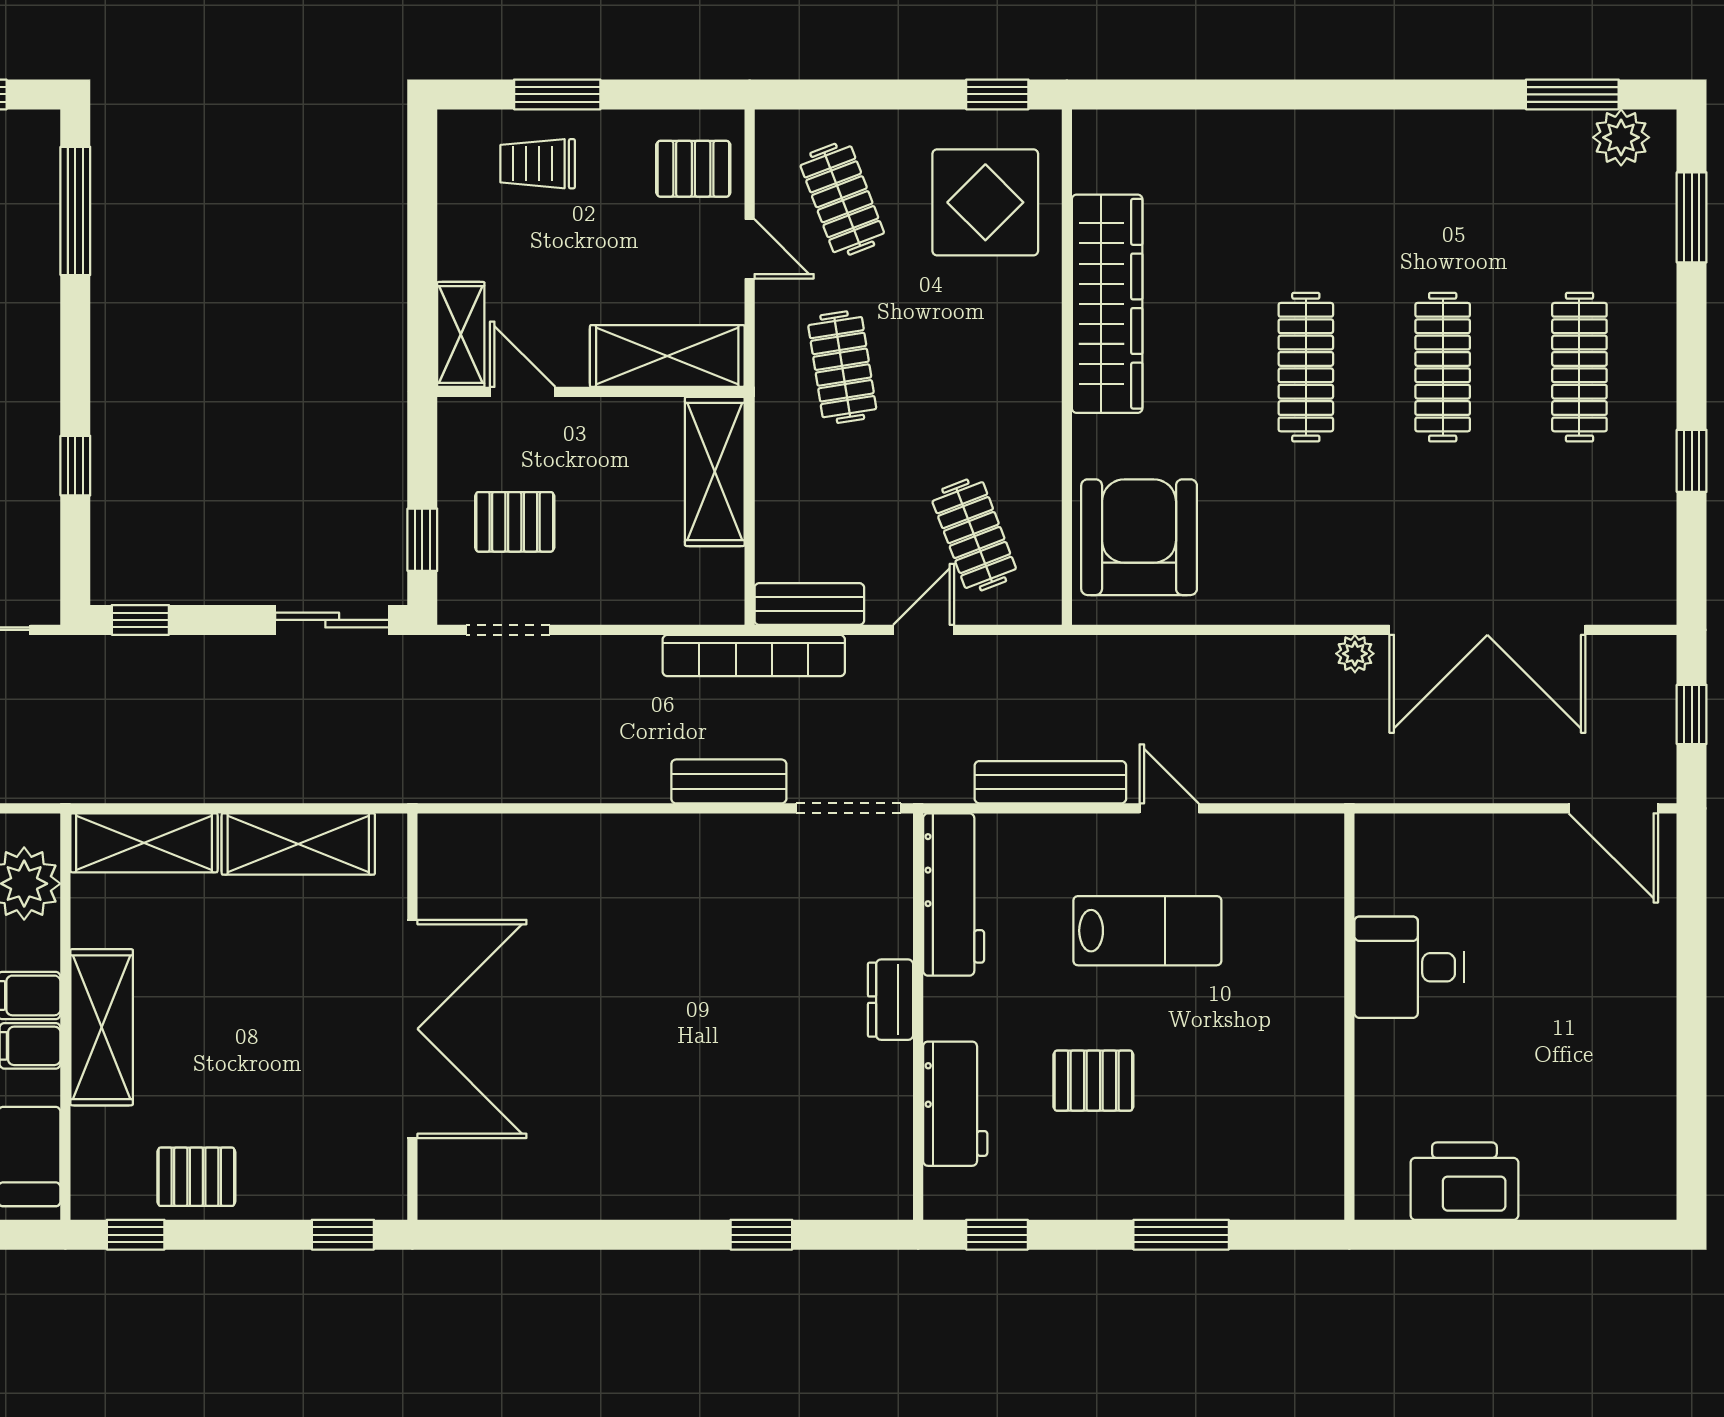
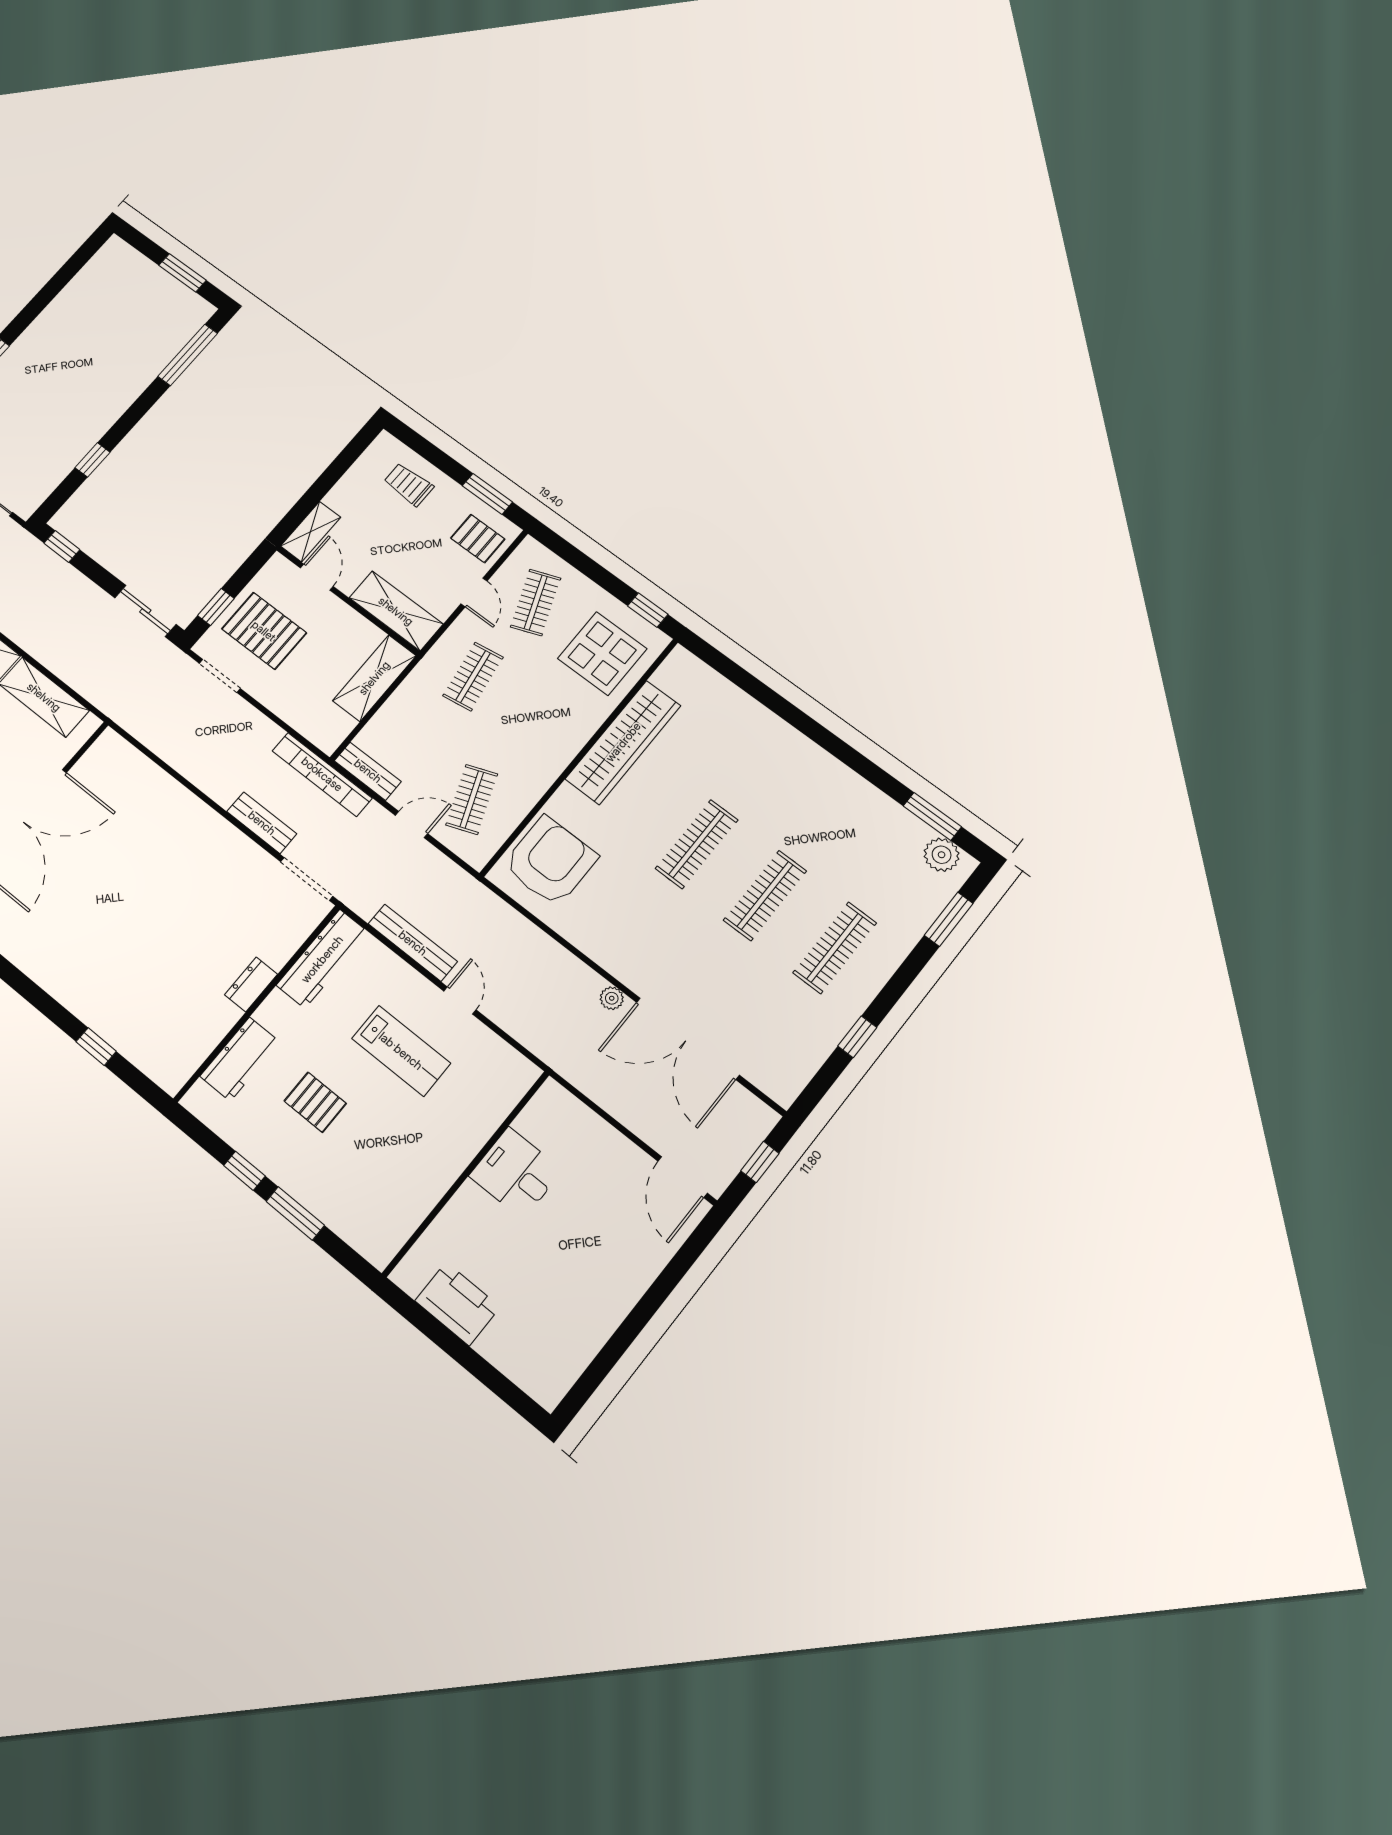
window: (557, 94) -> (487, 494), moved
pallet: (515, 522) -> (264, 631), width x1.50, depth x1.42
window: (997, 1235) -> (244, 1171), moved

